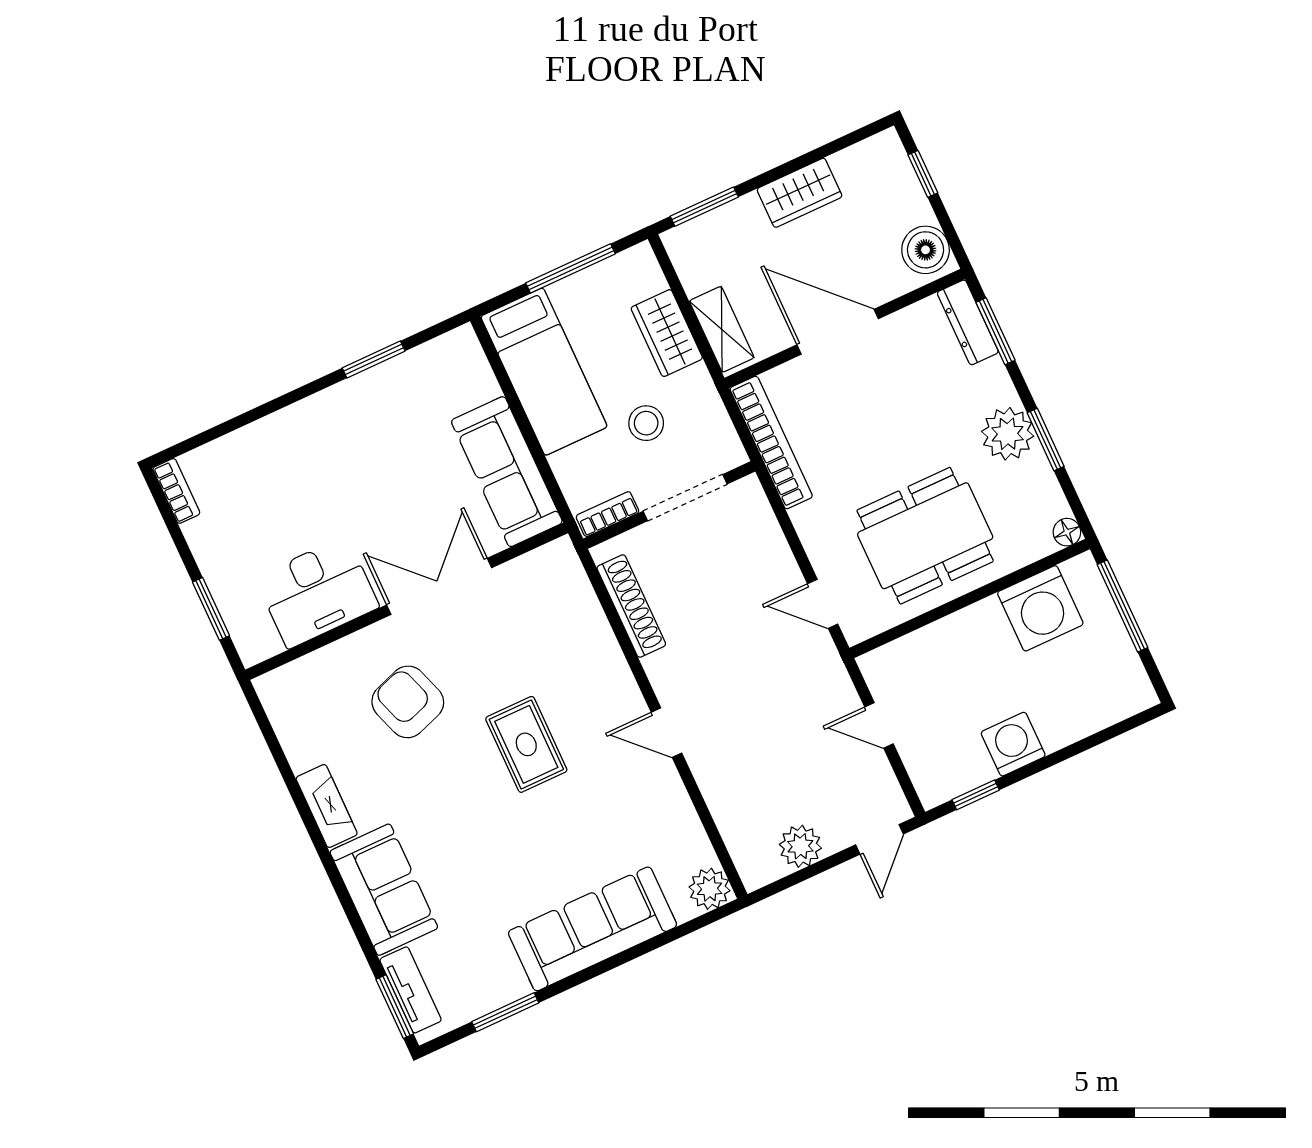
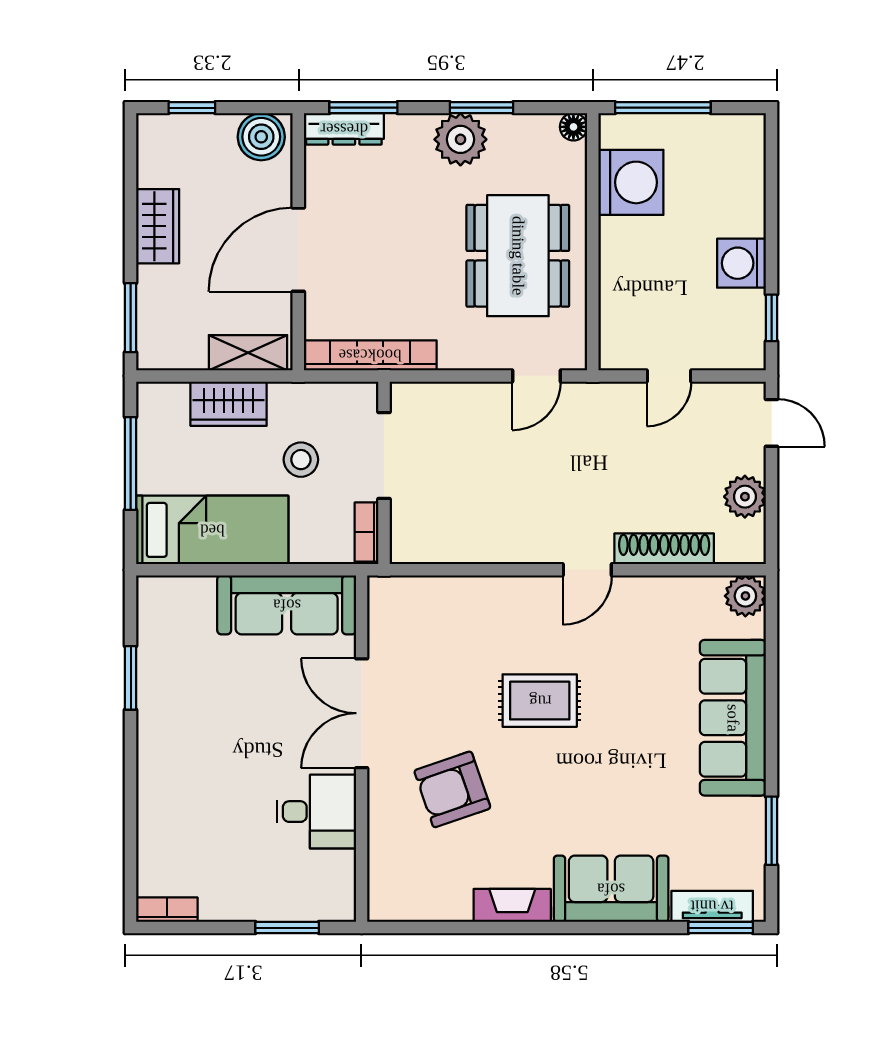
desk: (317, 592) -> (316, 812), width x0.73
shoe rack: (631, 606) -> (664, 549), moved

